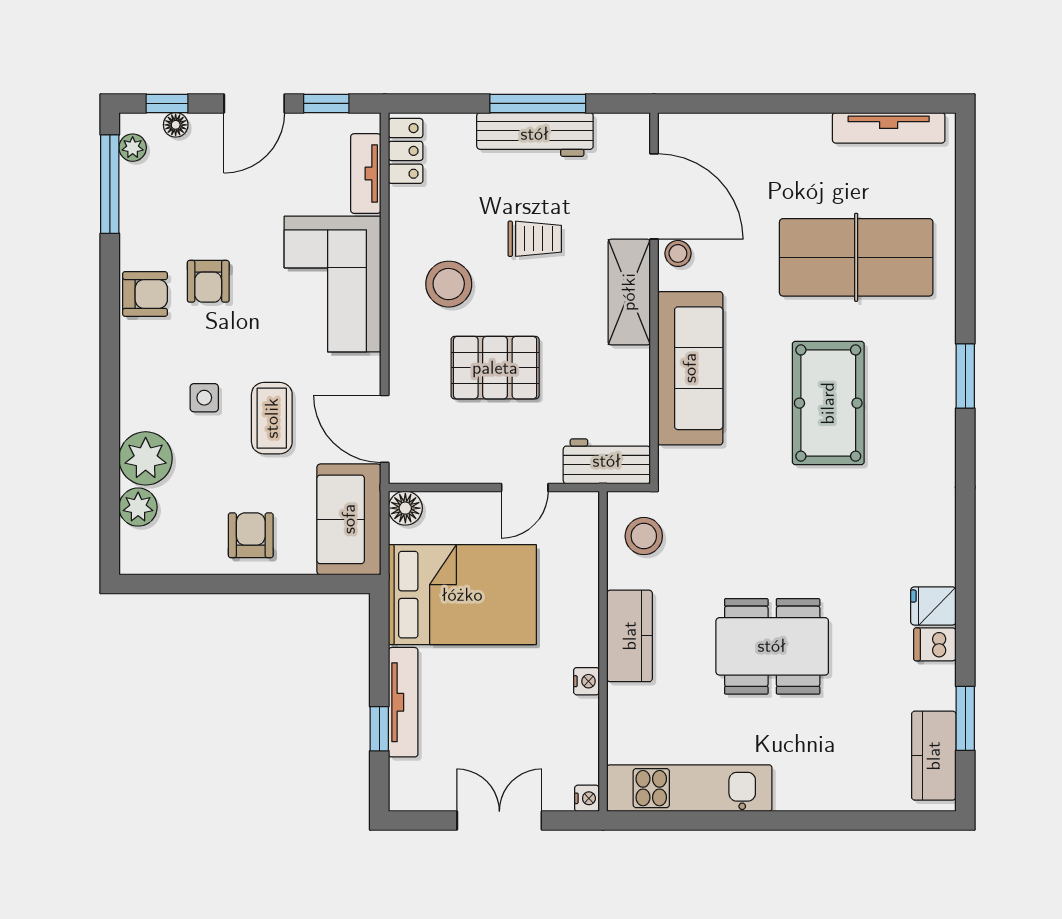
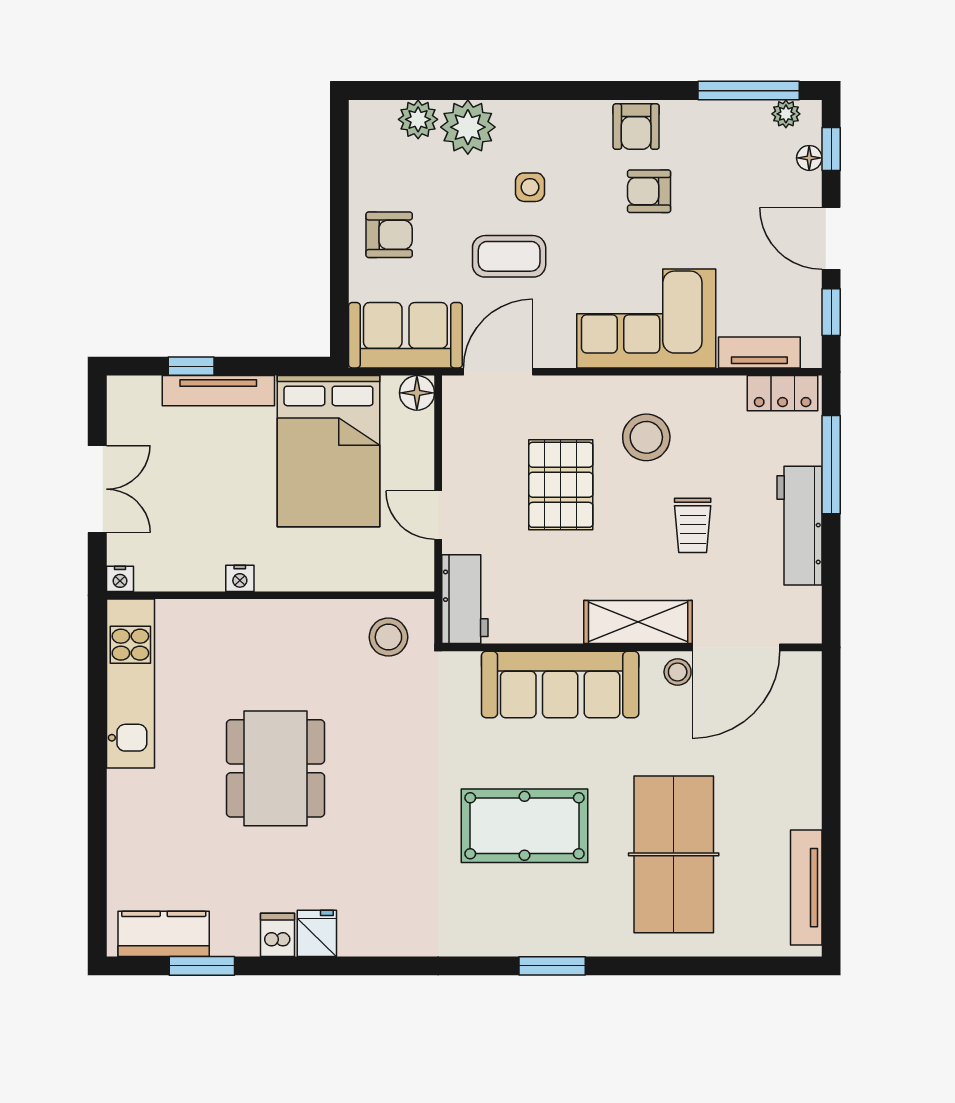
window: (538, 103) -> (831, 465), moved
kitchen counter: (630, 636) -> (286, 622), removed

